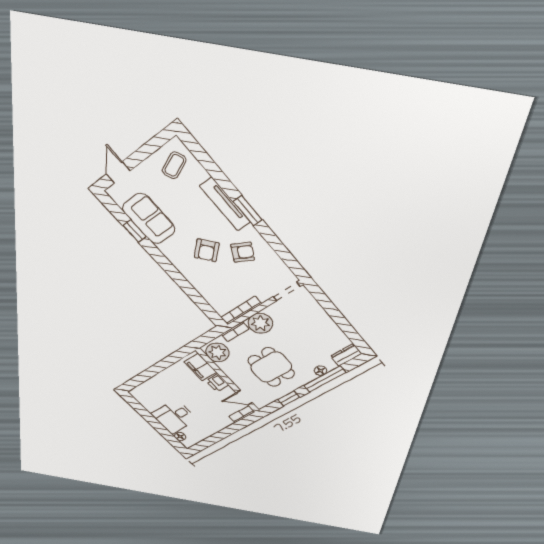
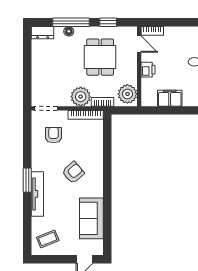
window: (135, 231) -> (107, 217), removed
armchair: (243, 252) -> (53, 135), moved, turned 62
filing cabinet: (200, 367) -> (170, 98), moved, turned -90

